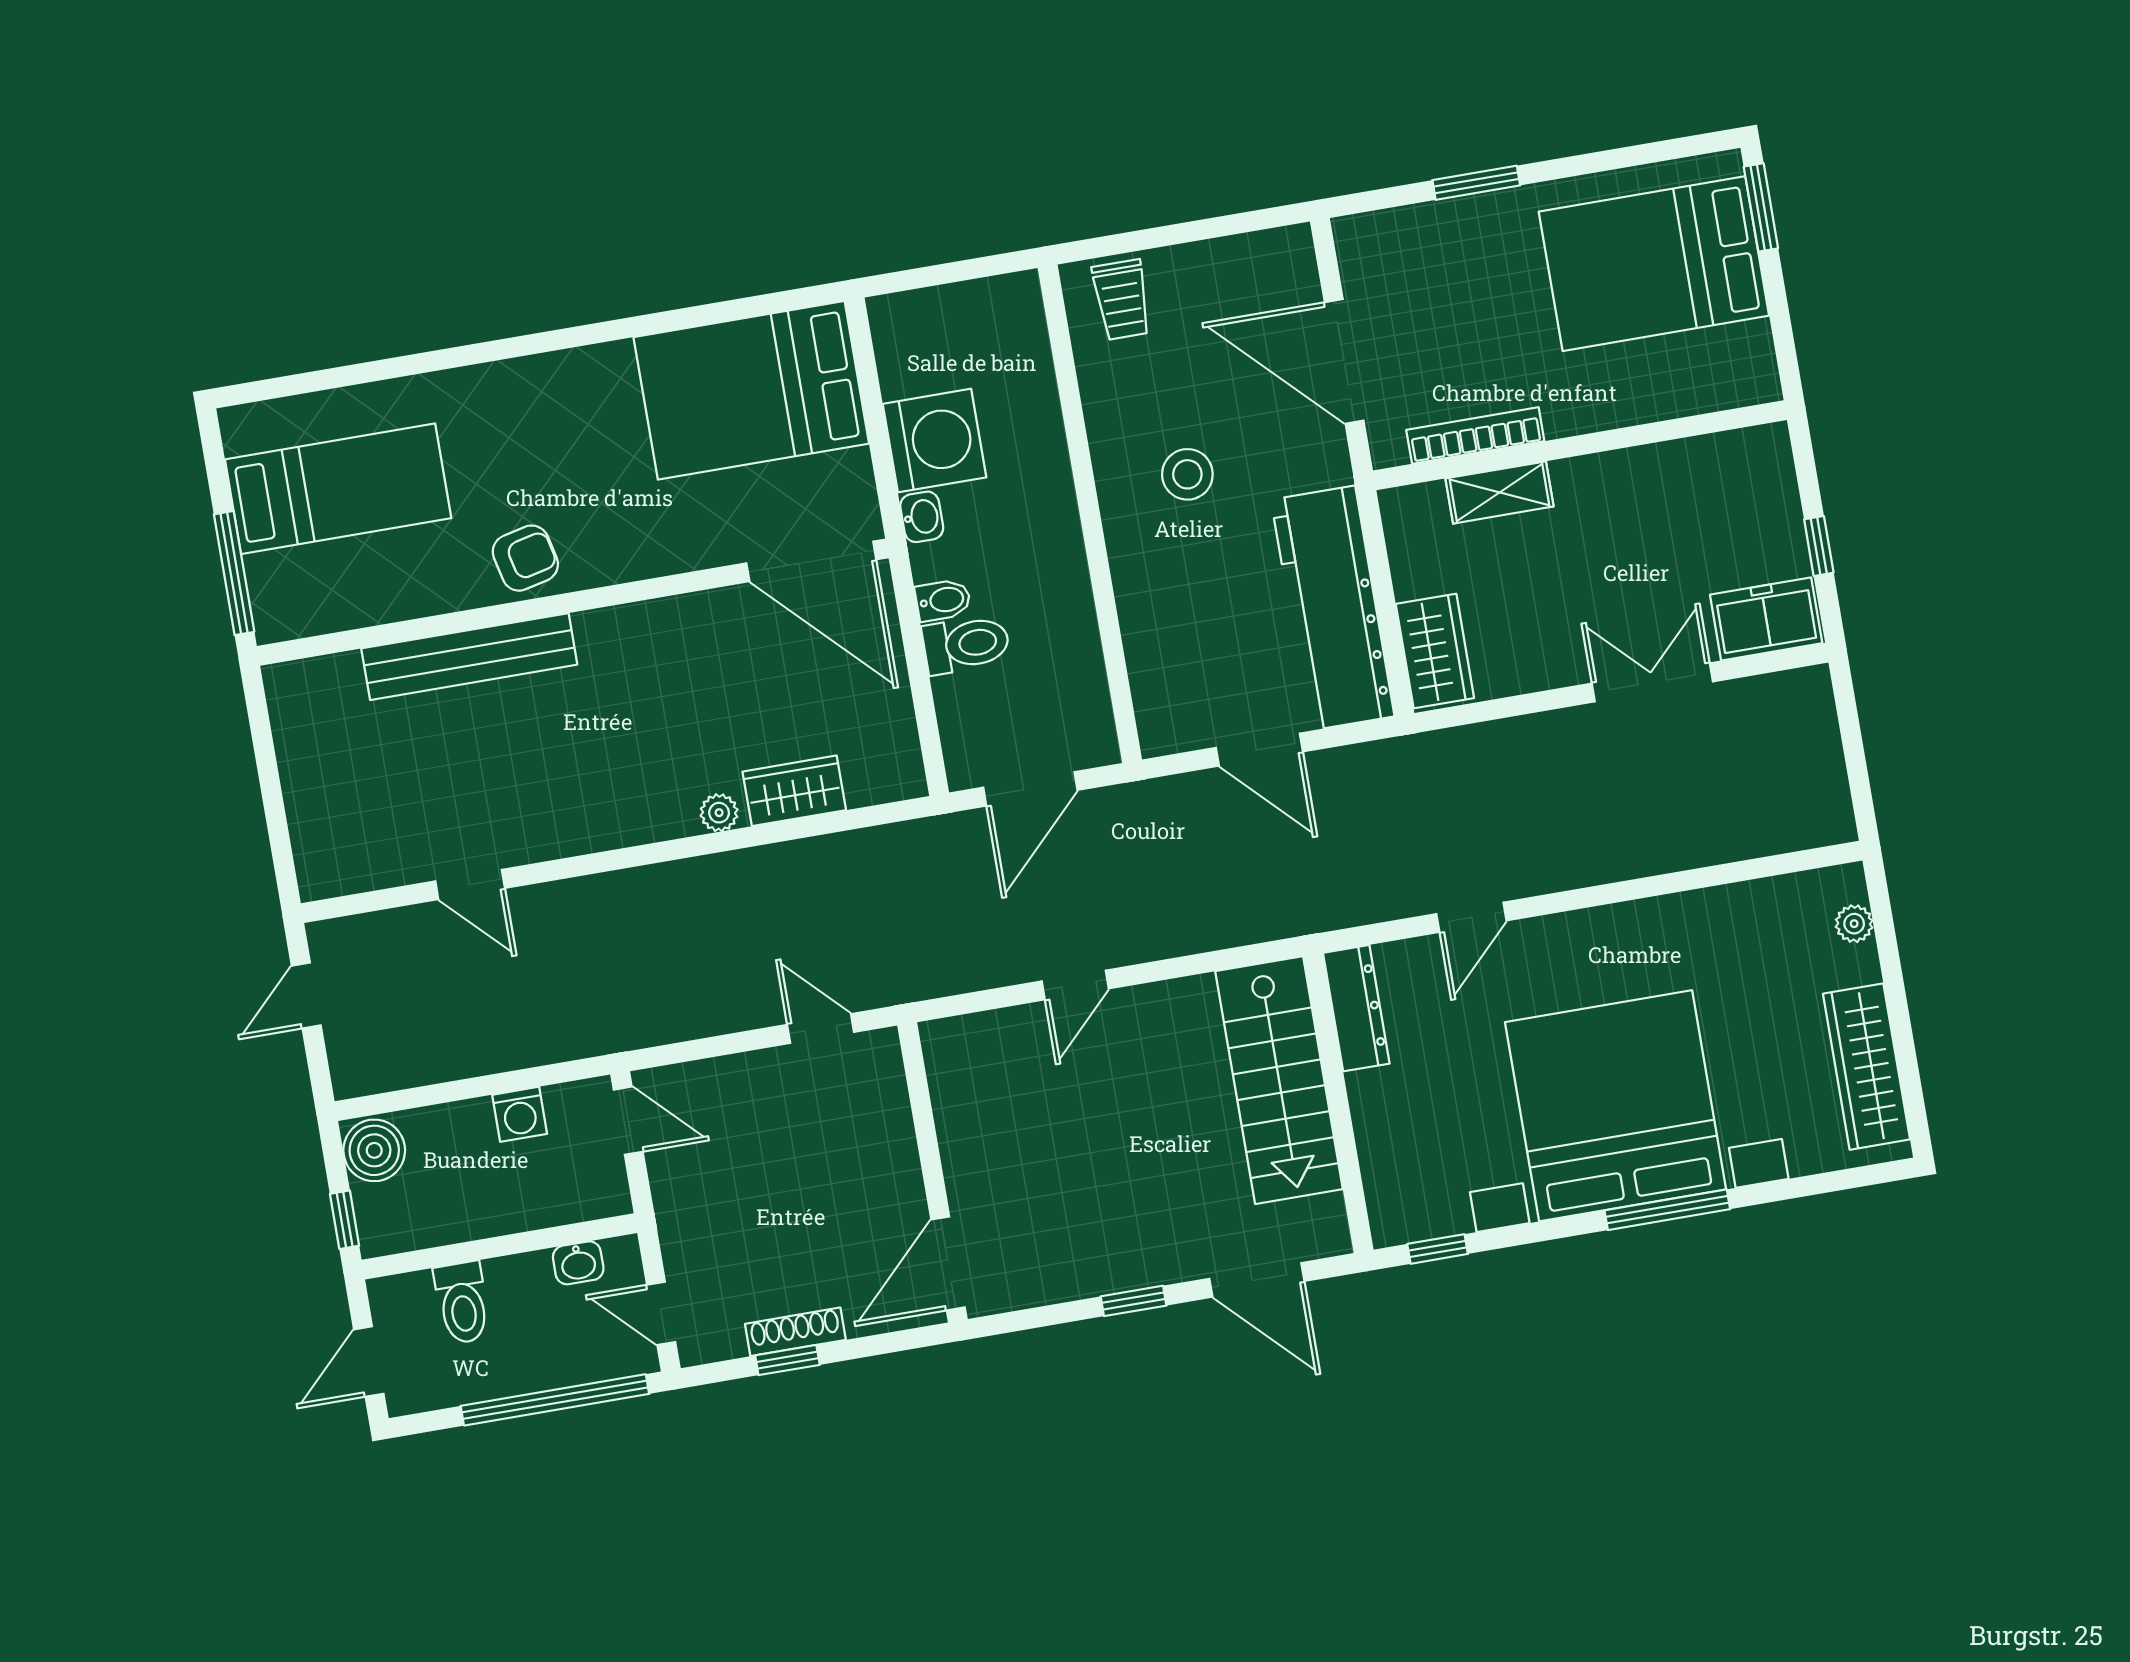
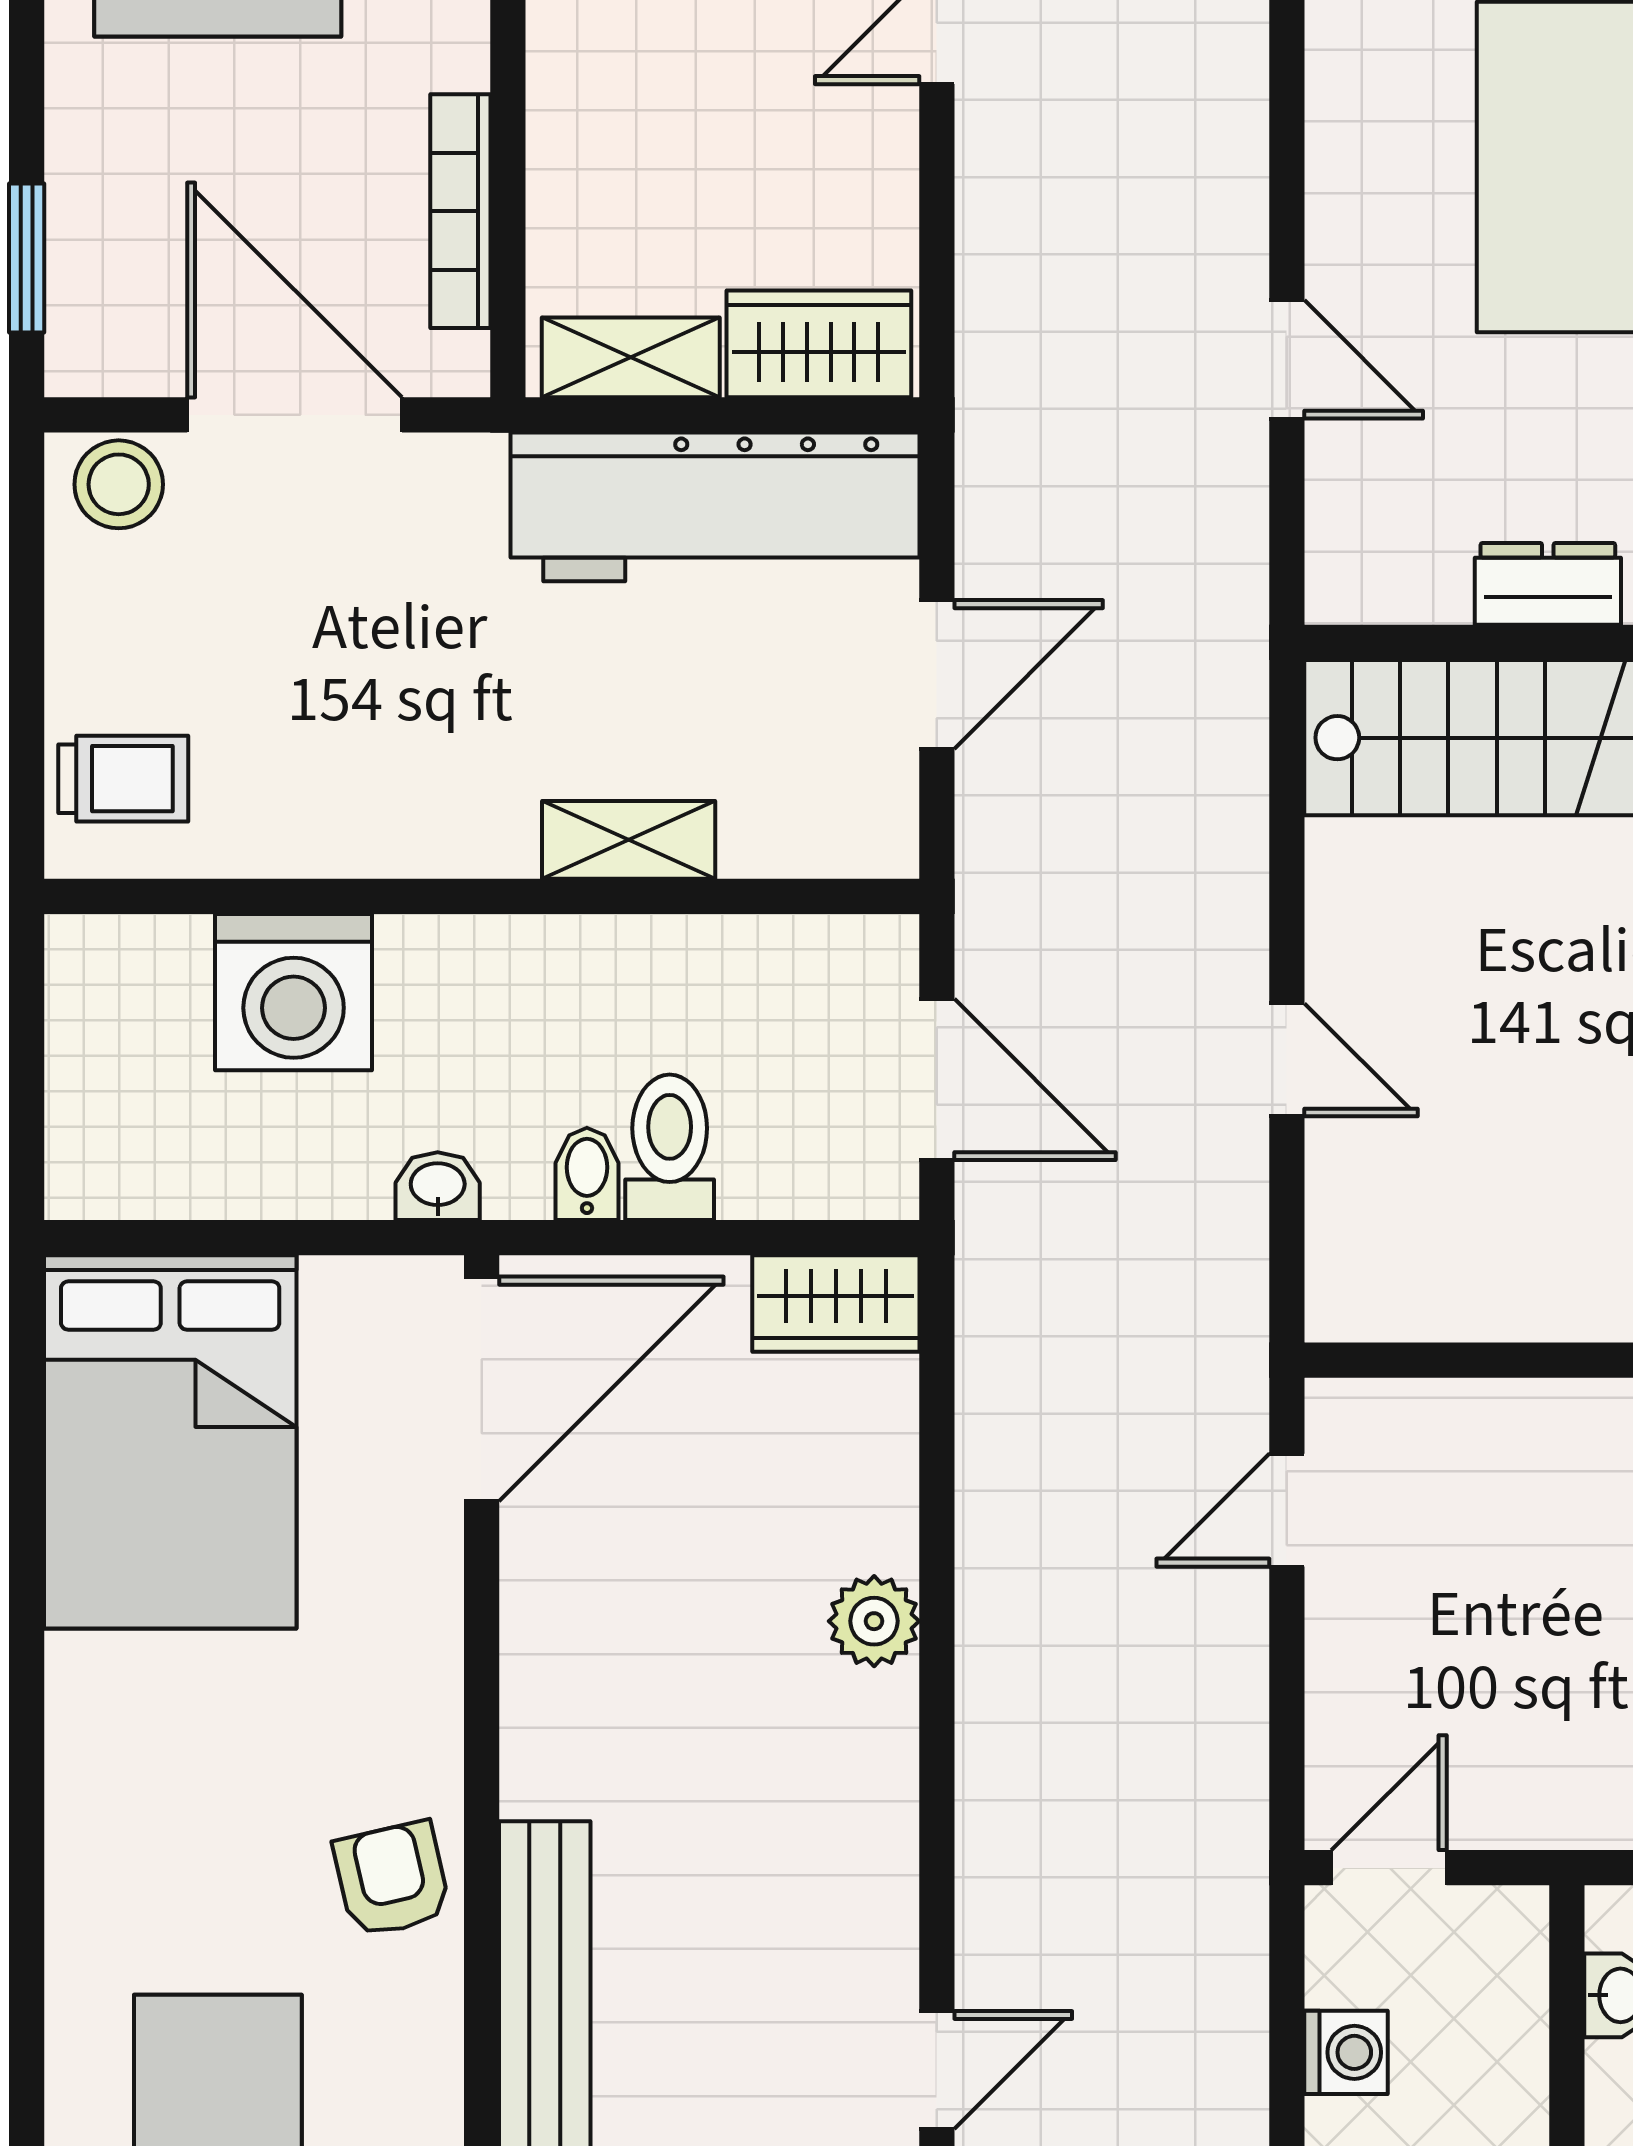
window: (1476, 183) -> (27, 258), moved
door: (1344, 361) -> (295, 415), swing flipped
washing machine: (935, 441) -> (294, 992), moved, turned 180
stool: (1187, 474) -> (119, 484), moved
shelving: (1499, 492) -> (631, 357), moved, turned 90
shelving: (1136, 591) -> (629, 840), added
wardrobe: (794, 791) -> (836, 1303), moved, turned -90
plant: (719, 813) -> (874, 1621), width x1.38, depth x1.38
dresser: (1356, 1008) -> (1548, 584), moved, width x0.70

